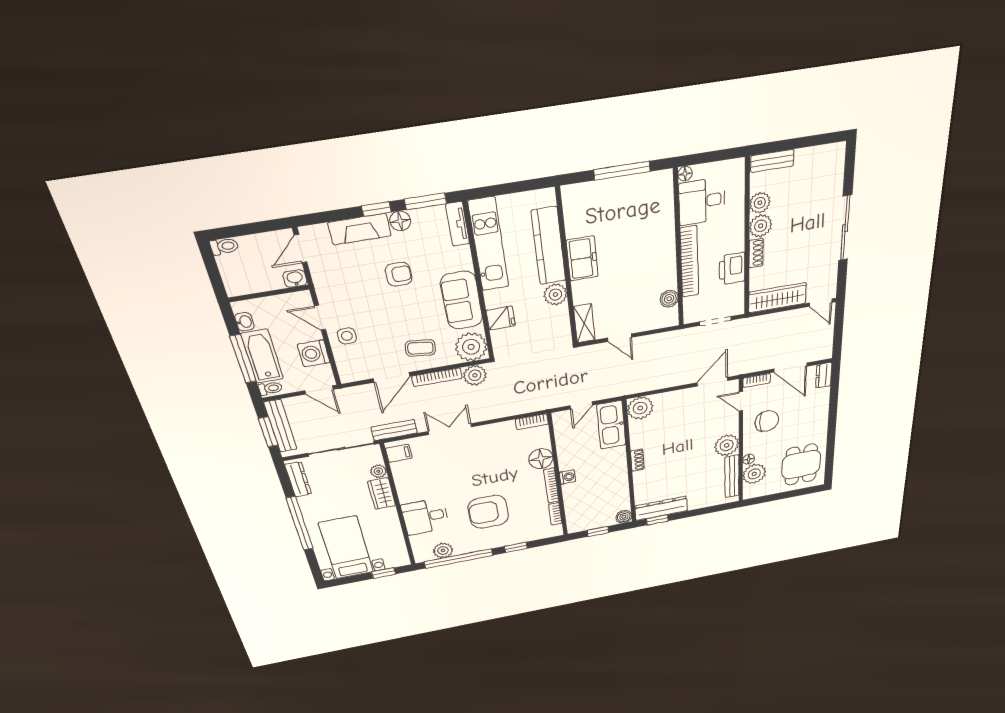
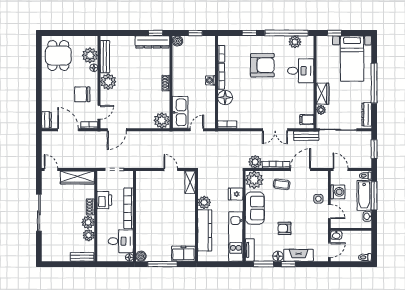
freezer: (582, 258) -> (183, 254), moved, turned 90
boiler: (669, 299) -> (141, 256), moved
door: (741, 401) -> (99, 112), hinge flipped
bench: (280, 426) -> (367, 151), removed

